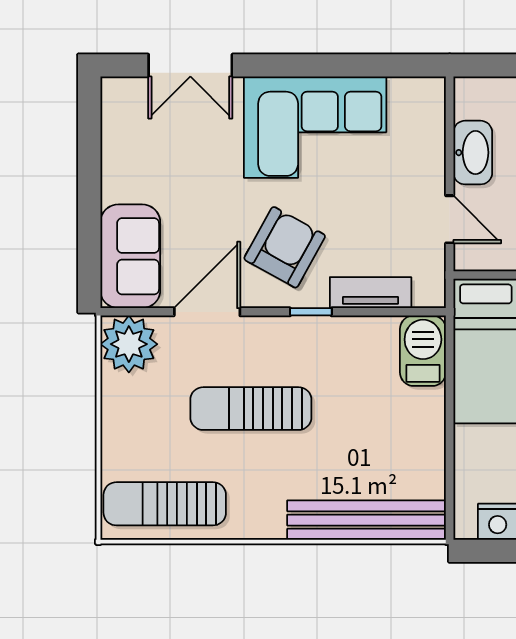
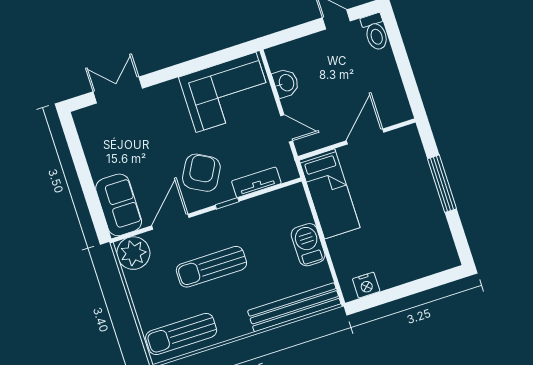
double door: (190, 65) -> (118, 90), swing flipped
corner sofa: (315, 127) -> (226, 92), moved
washbasin: (473, 153) -> (286, 83), width x0.72
barbecue: (423, 351) -> (308, 245), moved

